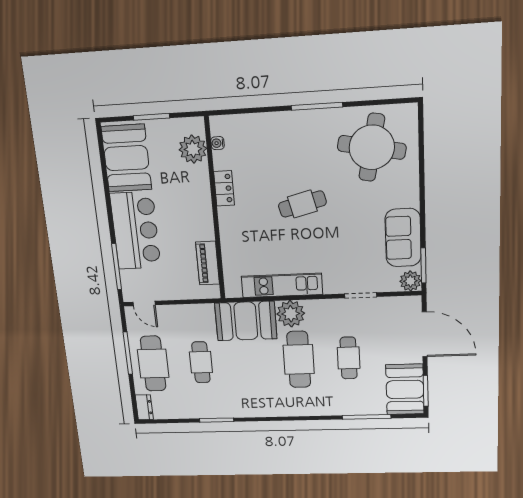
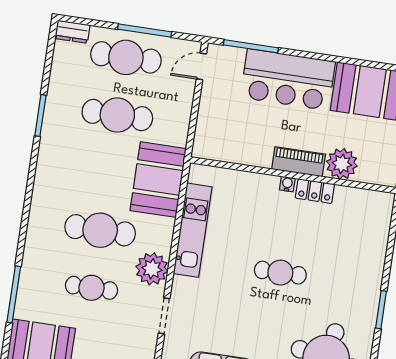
window: (317, 106) -> (381, 310), width x0.69
water cooler: (218, 143) -> (287, 184), moved
plant: (193, 149) -> (342, 164), moved
cafe table: (302, 204) -> (280, 273), turned -76
piano: (208, 263) -> (299, 162), moved
plant: (291, 314) -> (152, 269), moved
cafe table: (201, 362) -> (117, 115), width x1.37, depth x1.35

